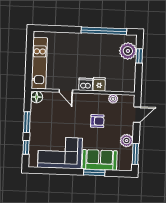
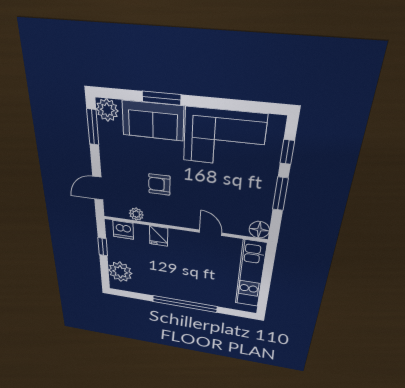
window: (104, 31) -> (185, 304), moved
window: (139, 56) -> (103, 247), moved
dishwasher: (86, 84) -> (123, 230), moved
plant: (127, 141) -> (107, 110), moved

